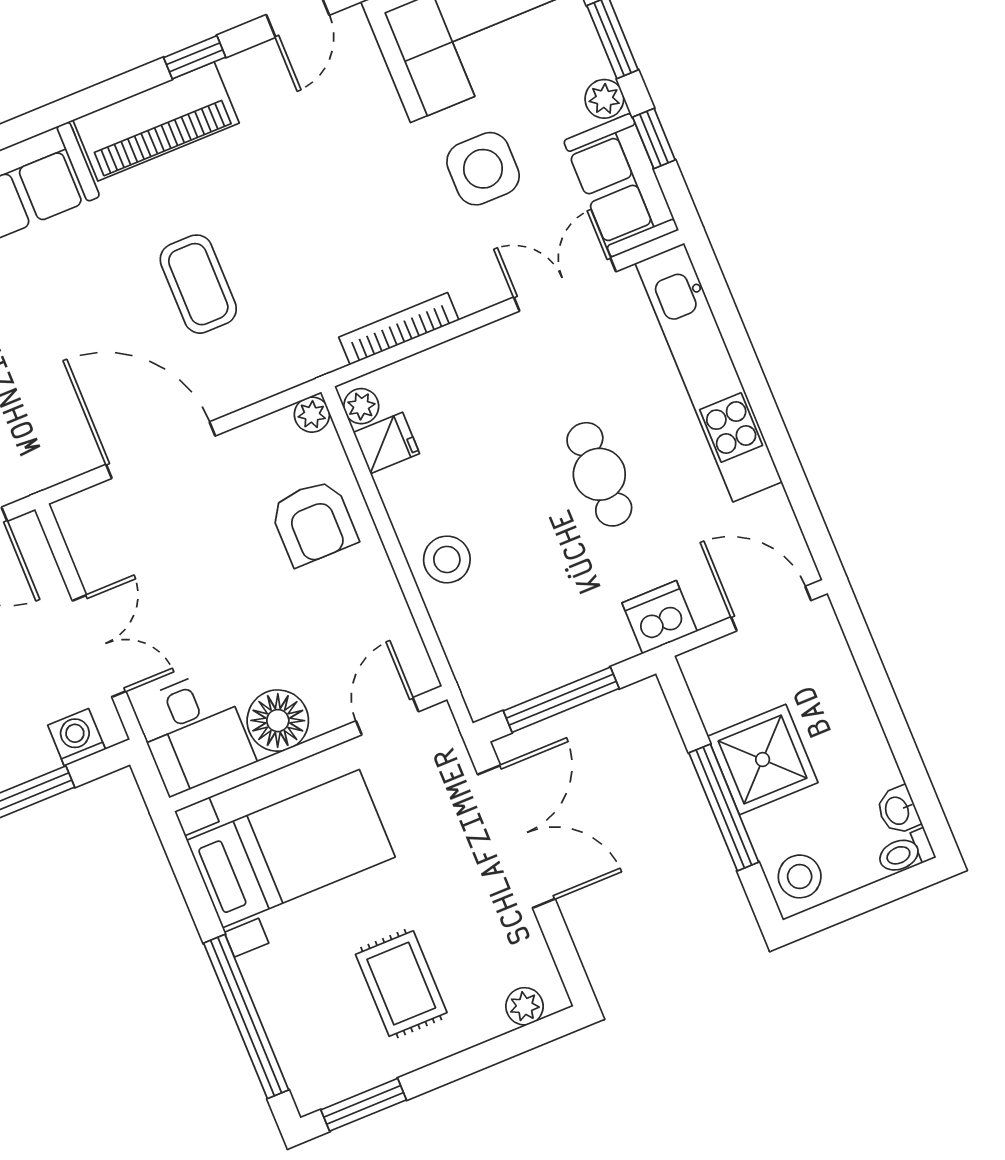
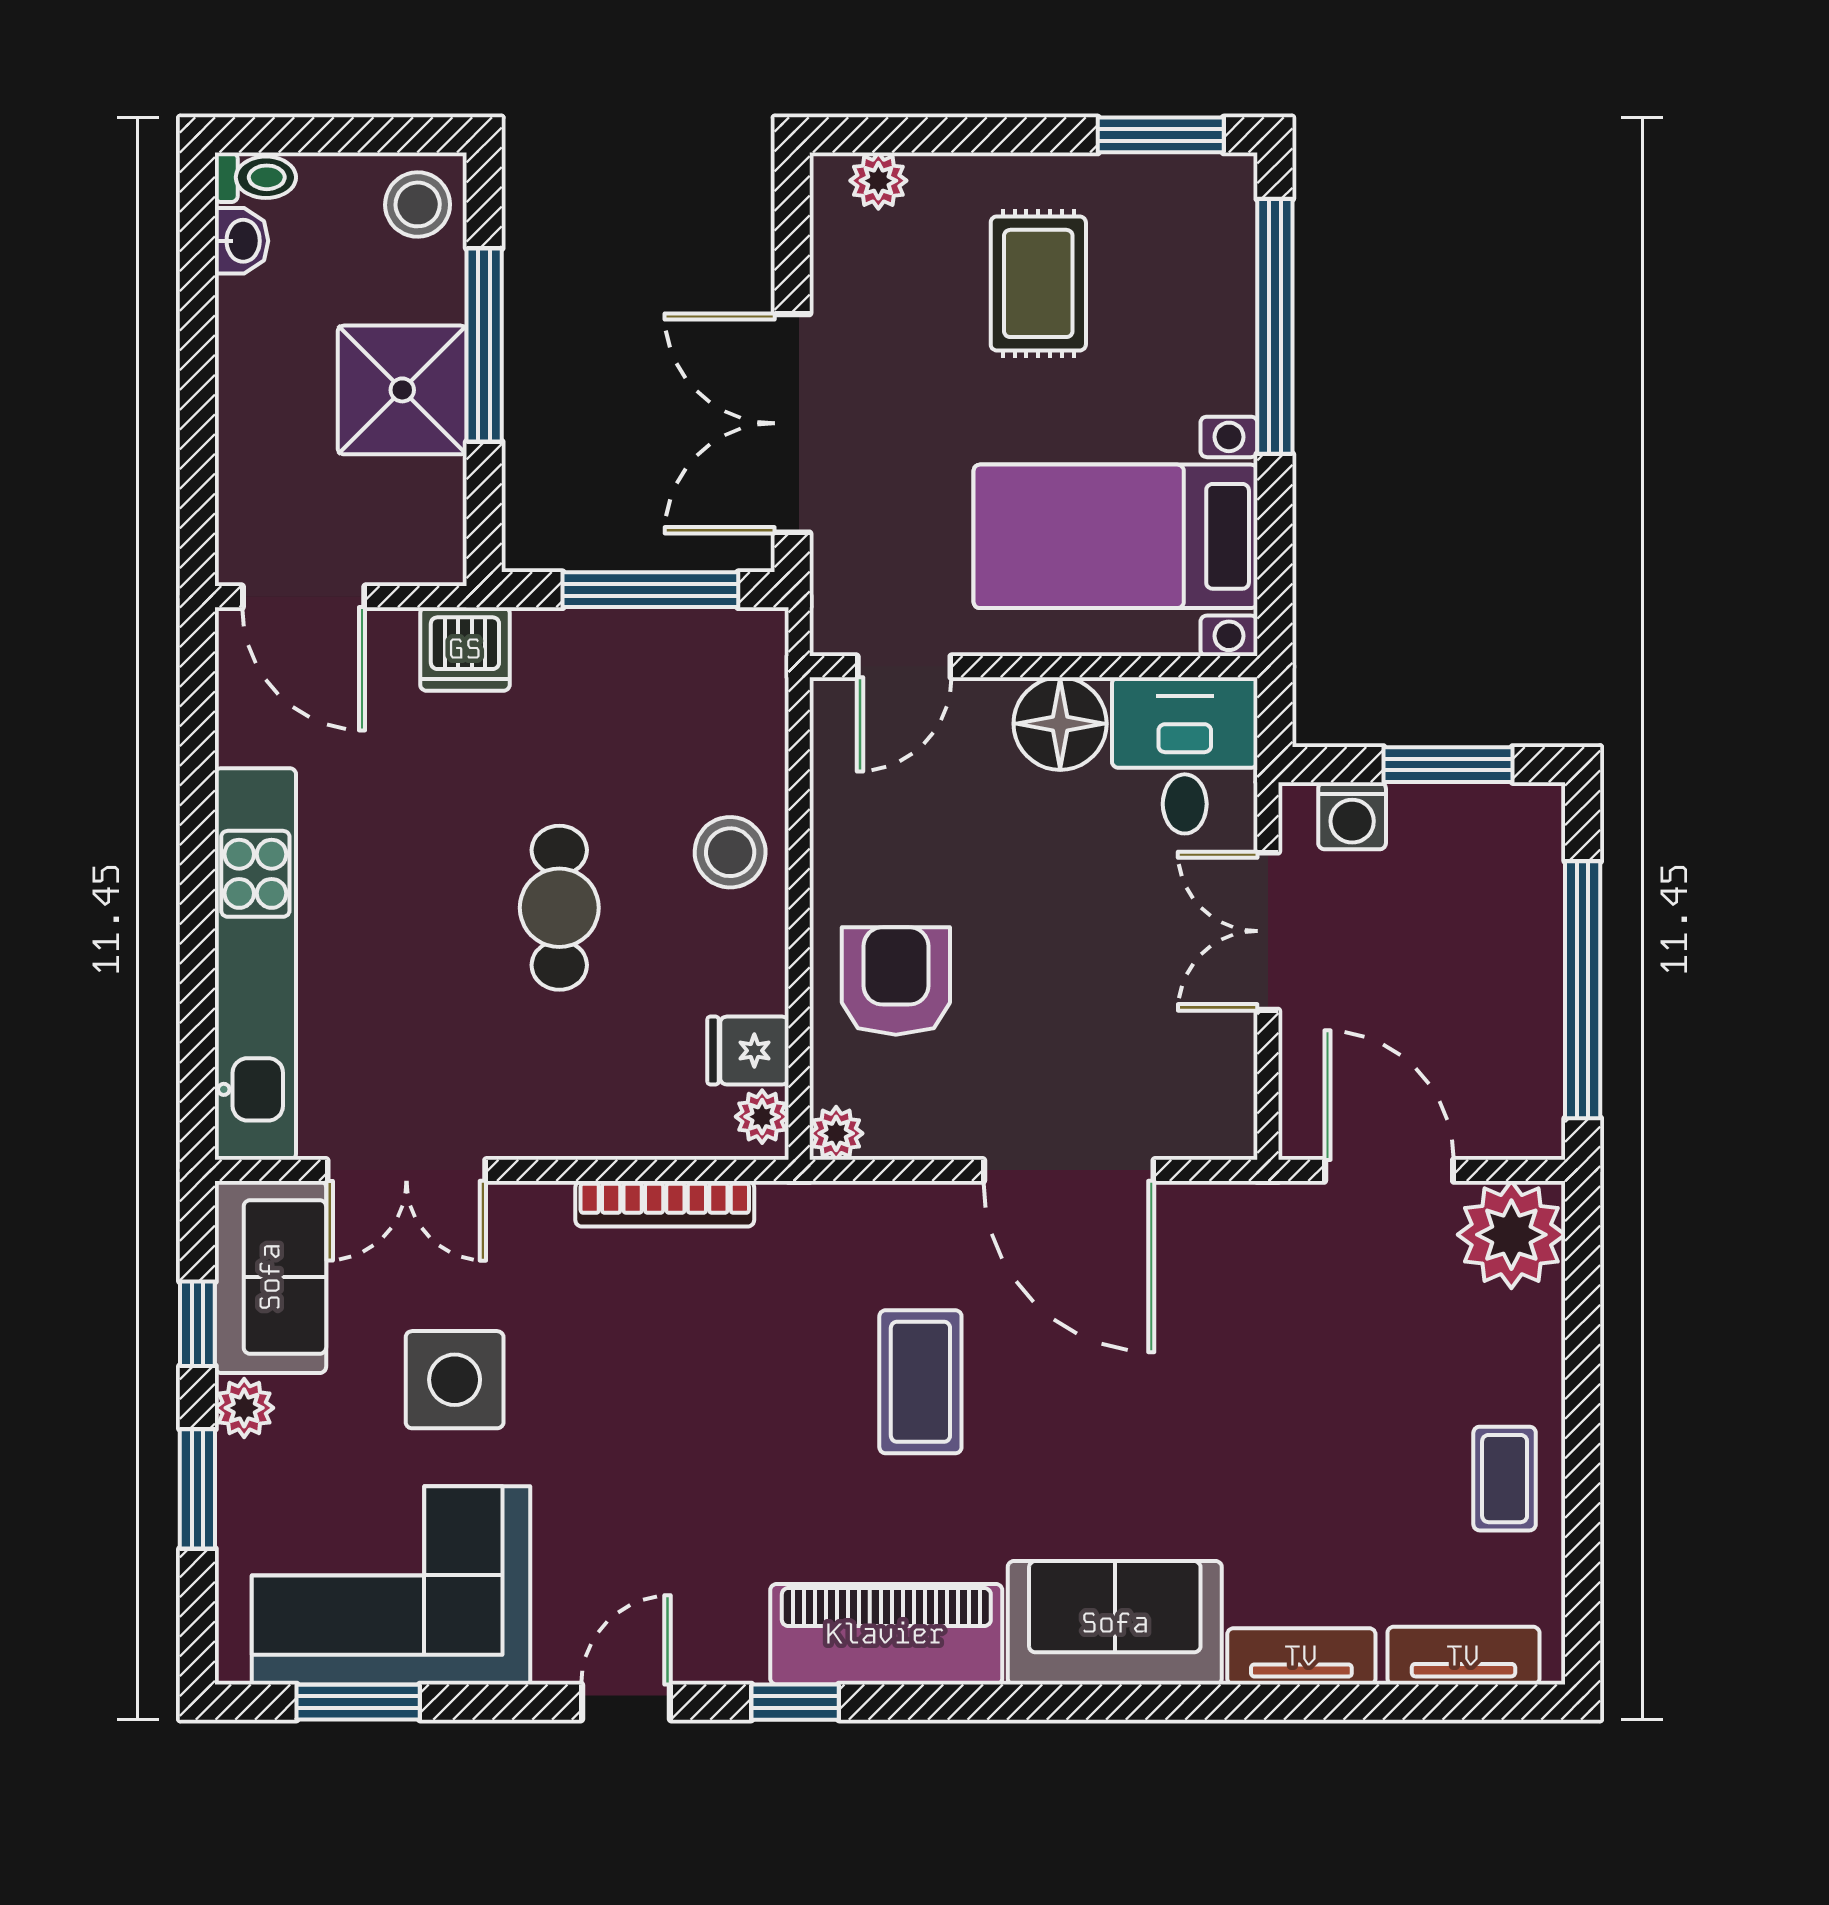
cafe table: (599, 474) -> (559, 908), moved

